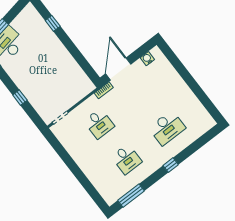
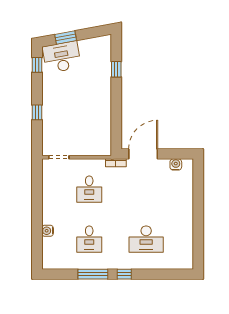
water cooler: (92, 176) -> (48, 231), added
window: (131, 196) -> (93, 274), moved

